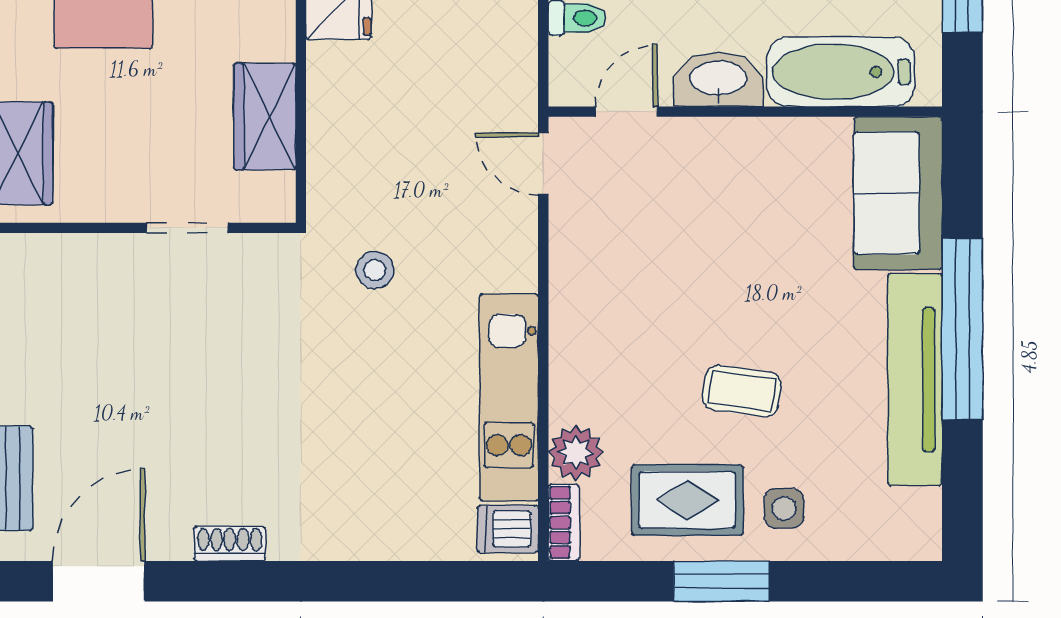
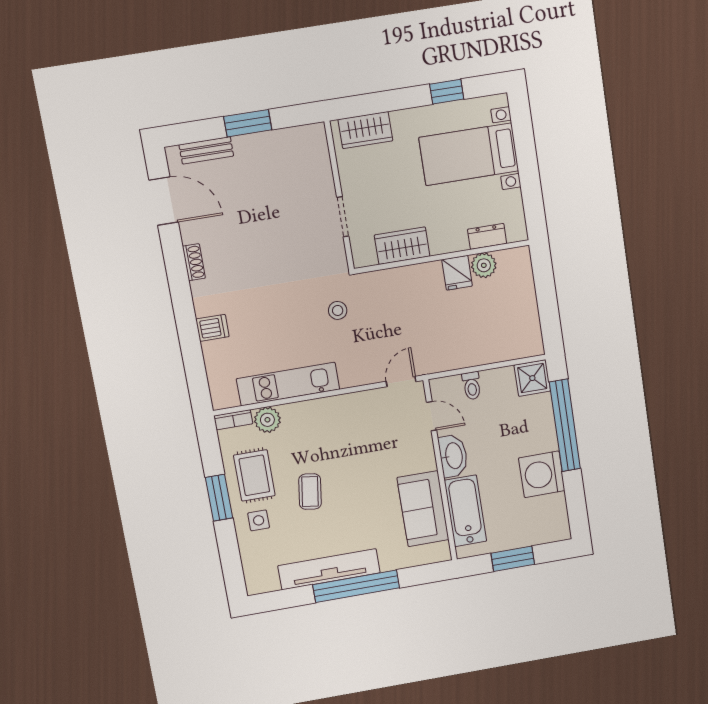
sofa: (898, 193) -> (423, 509), moved, turned -90
dishwasher: (508, 529) -> (212, 328), moved, turned 90

